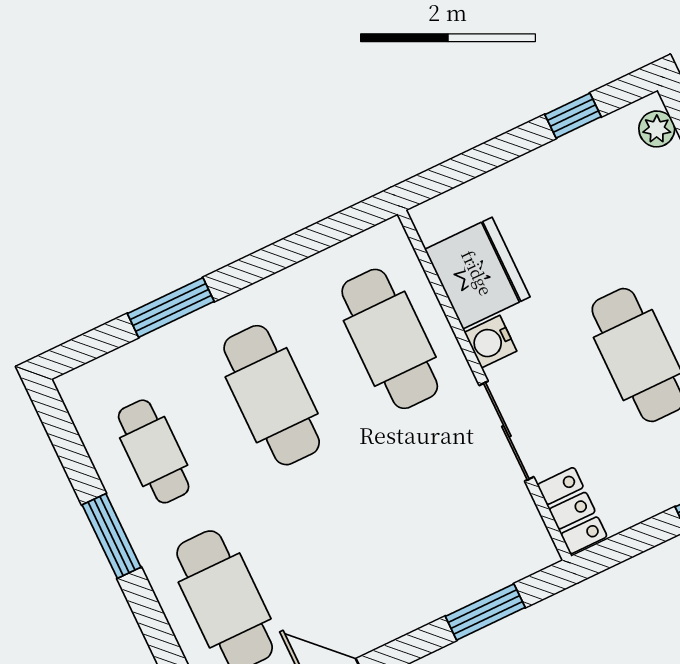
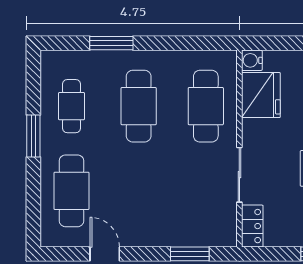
water cooler: (491, 342) -> (252, 60), moved

